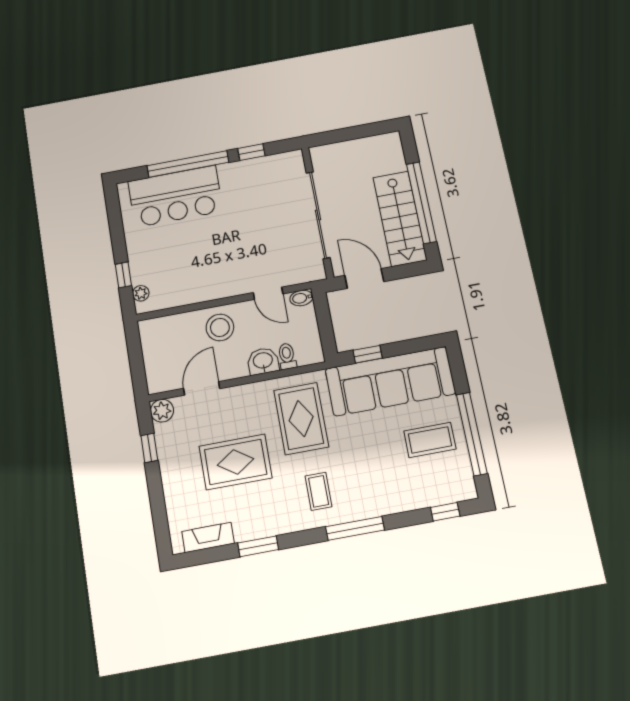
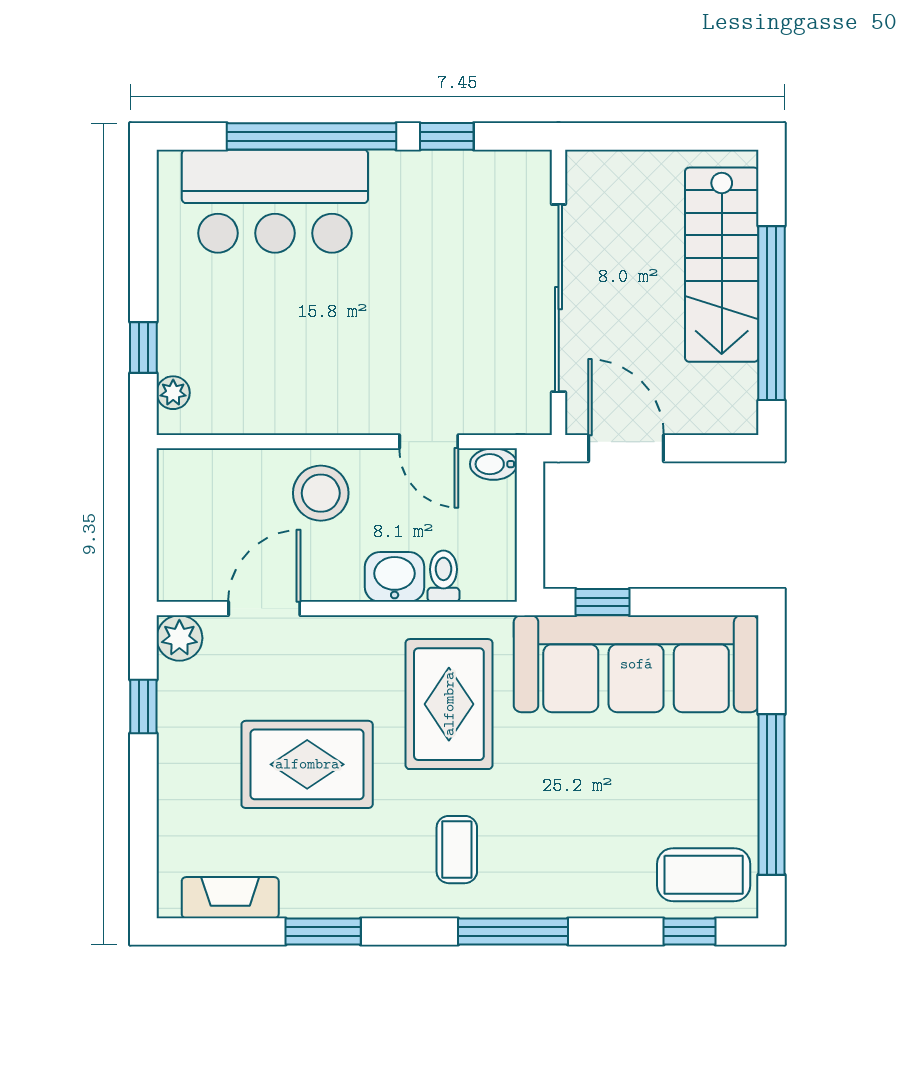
stairs: (400, 219) -> (722, 265), moved
coffee table: (430, 440) -> (704, 875), moved

